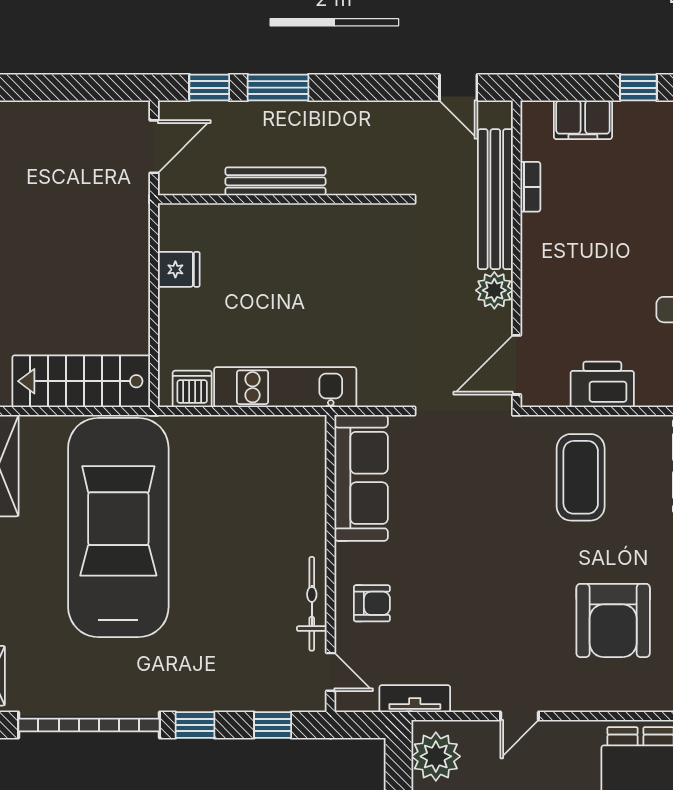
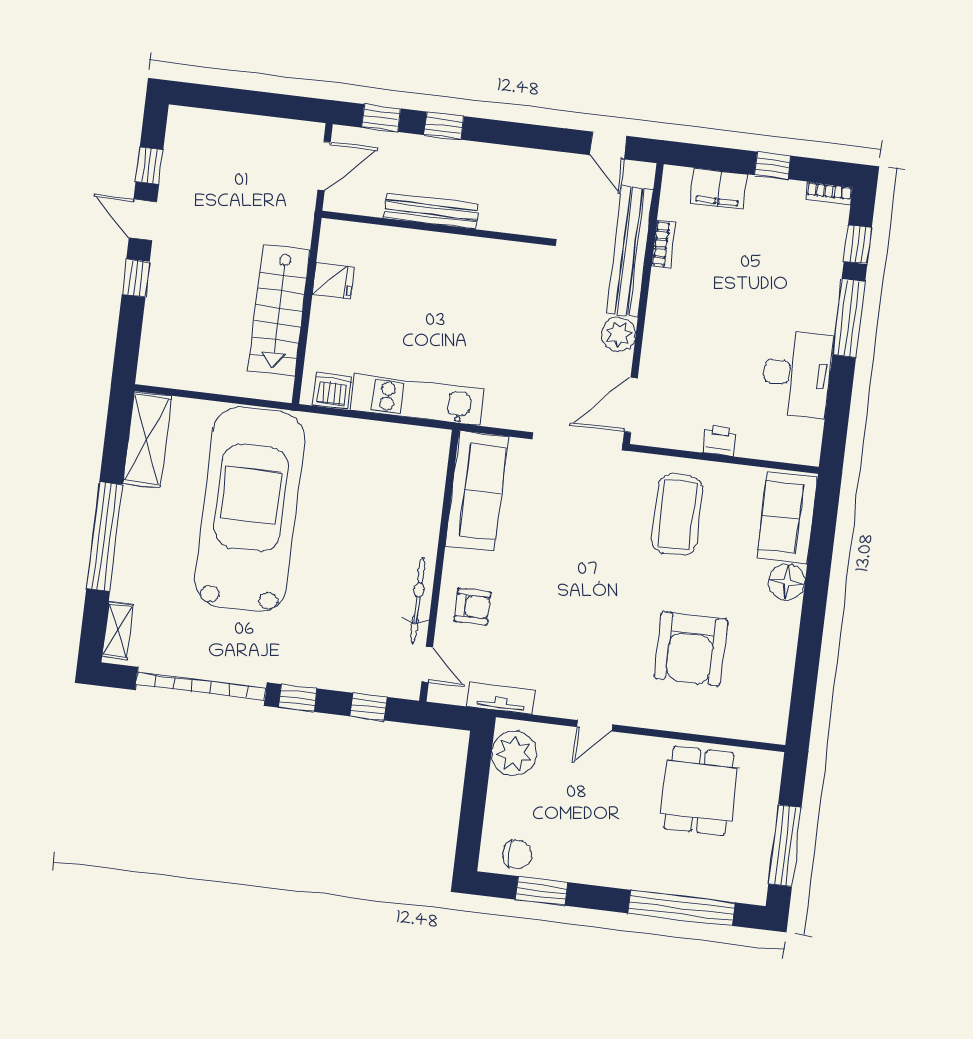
window: (278, 88) -> (444, 126), width x0.67
stairs: (81, 381) -> (279, 310), moved, turned -90
printer: (602, 384) -> (720, 441), width x0.53, depth x0.68

